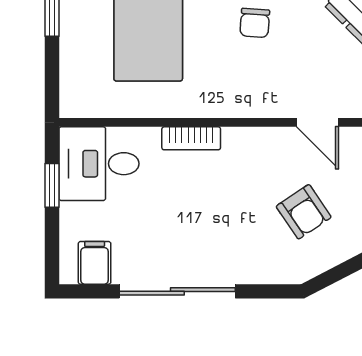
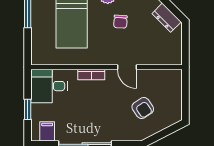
door: (317, 122) -> (127, 67), moved
window: (52, 185) -> (28, 109), moved

